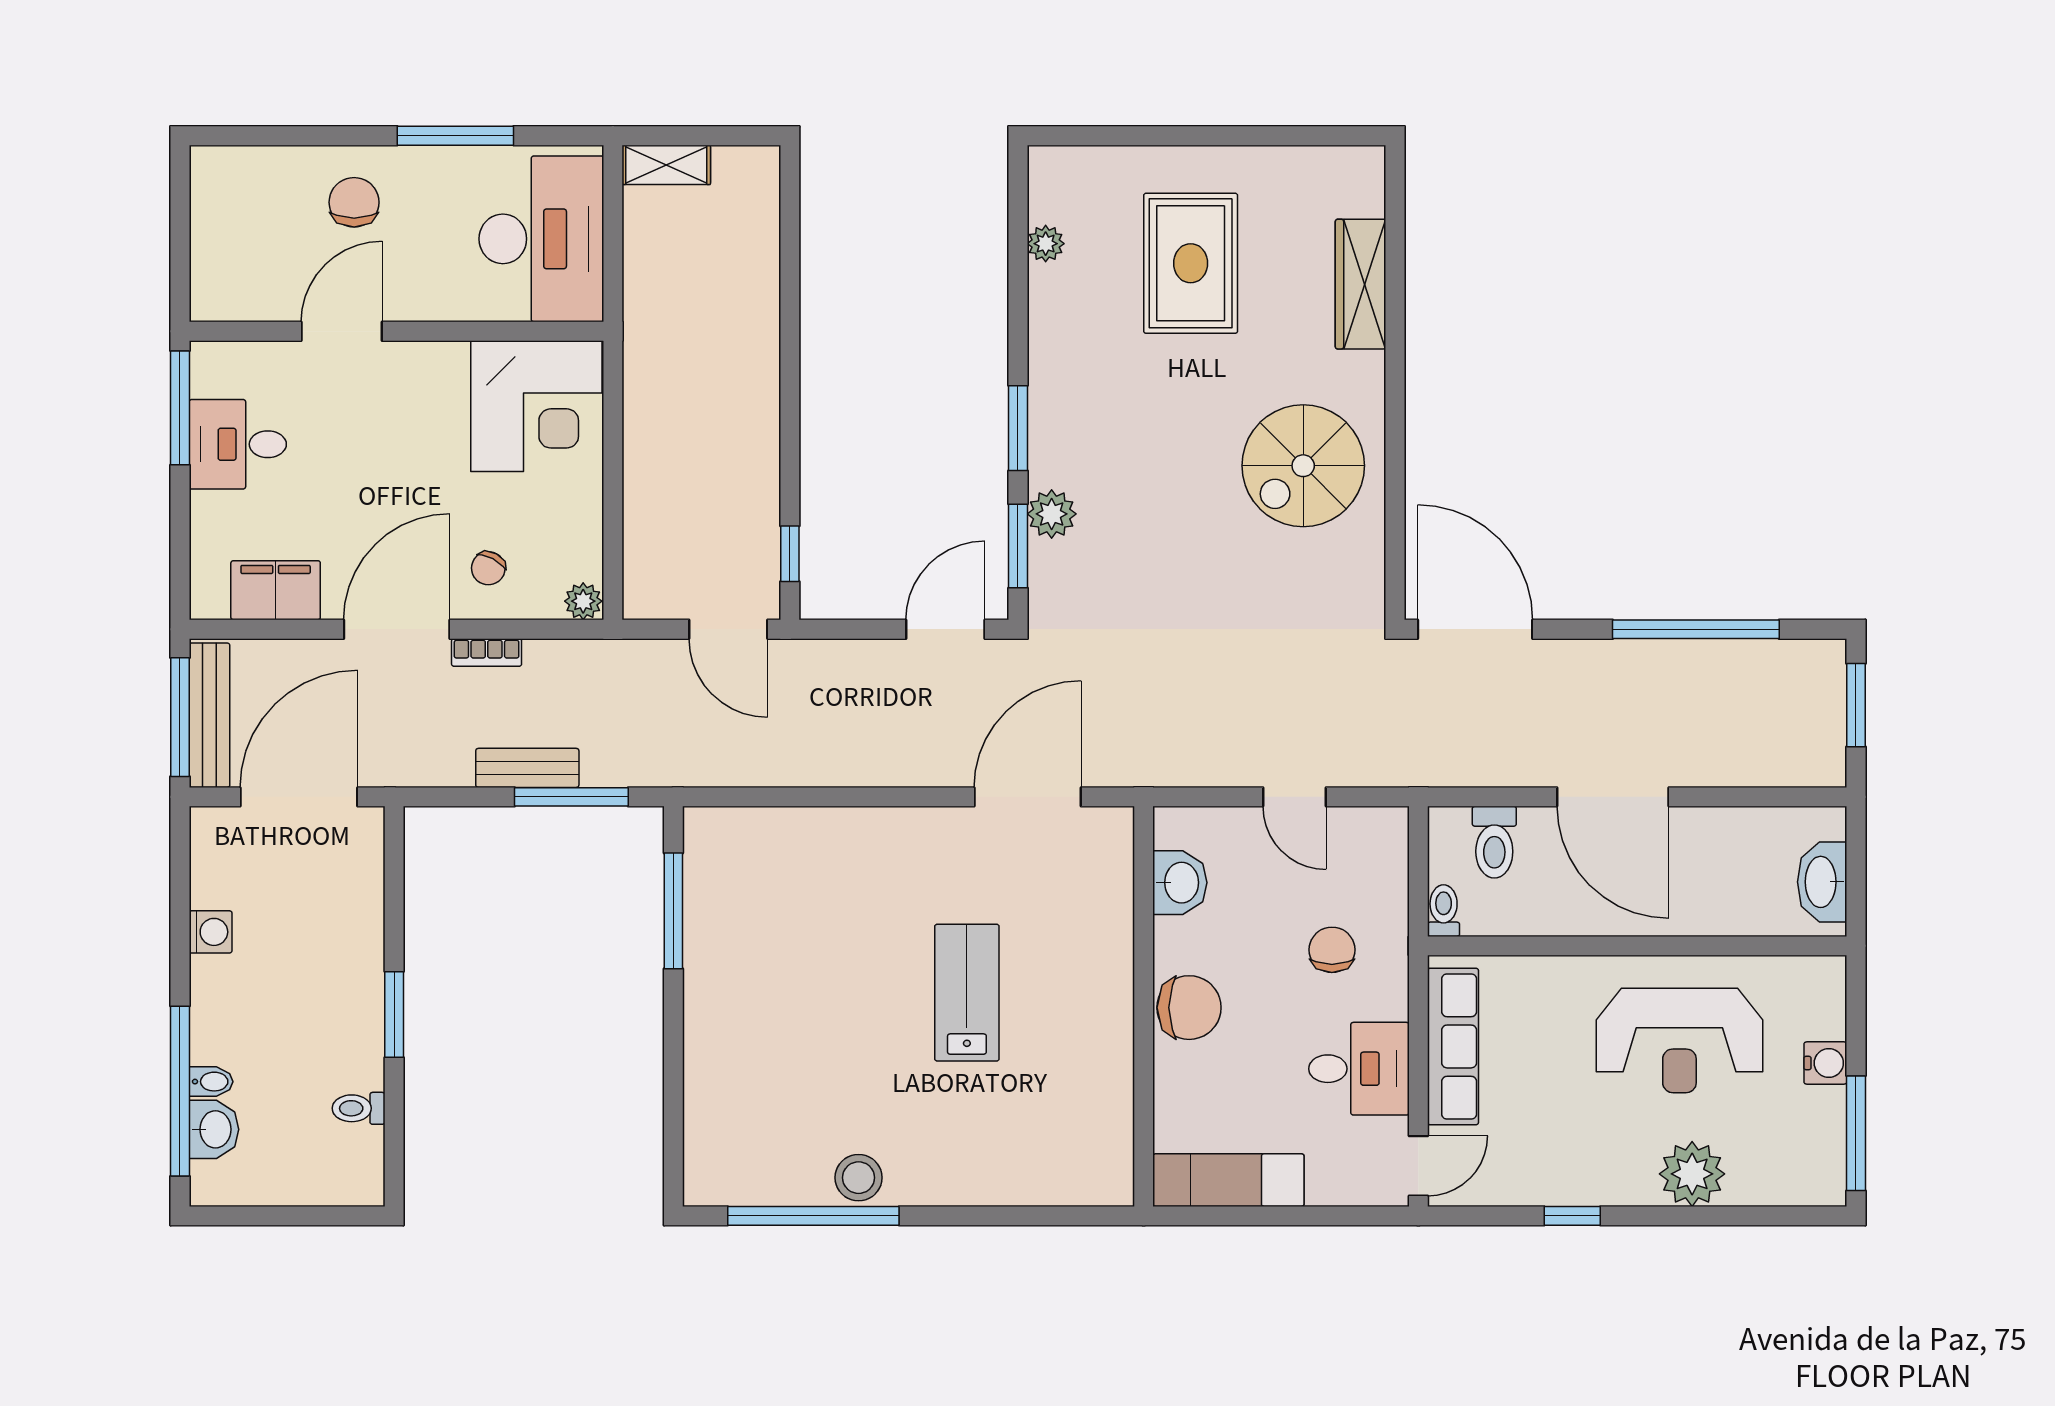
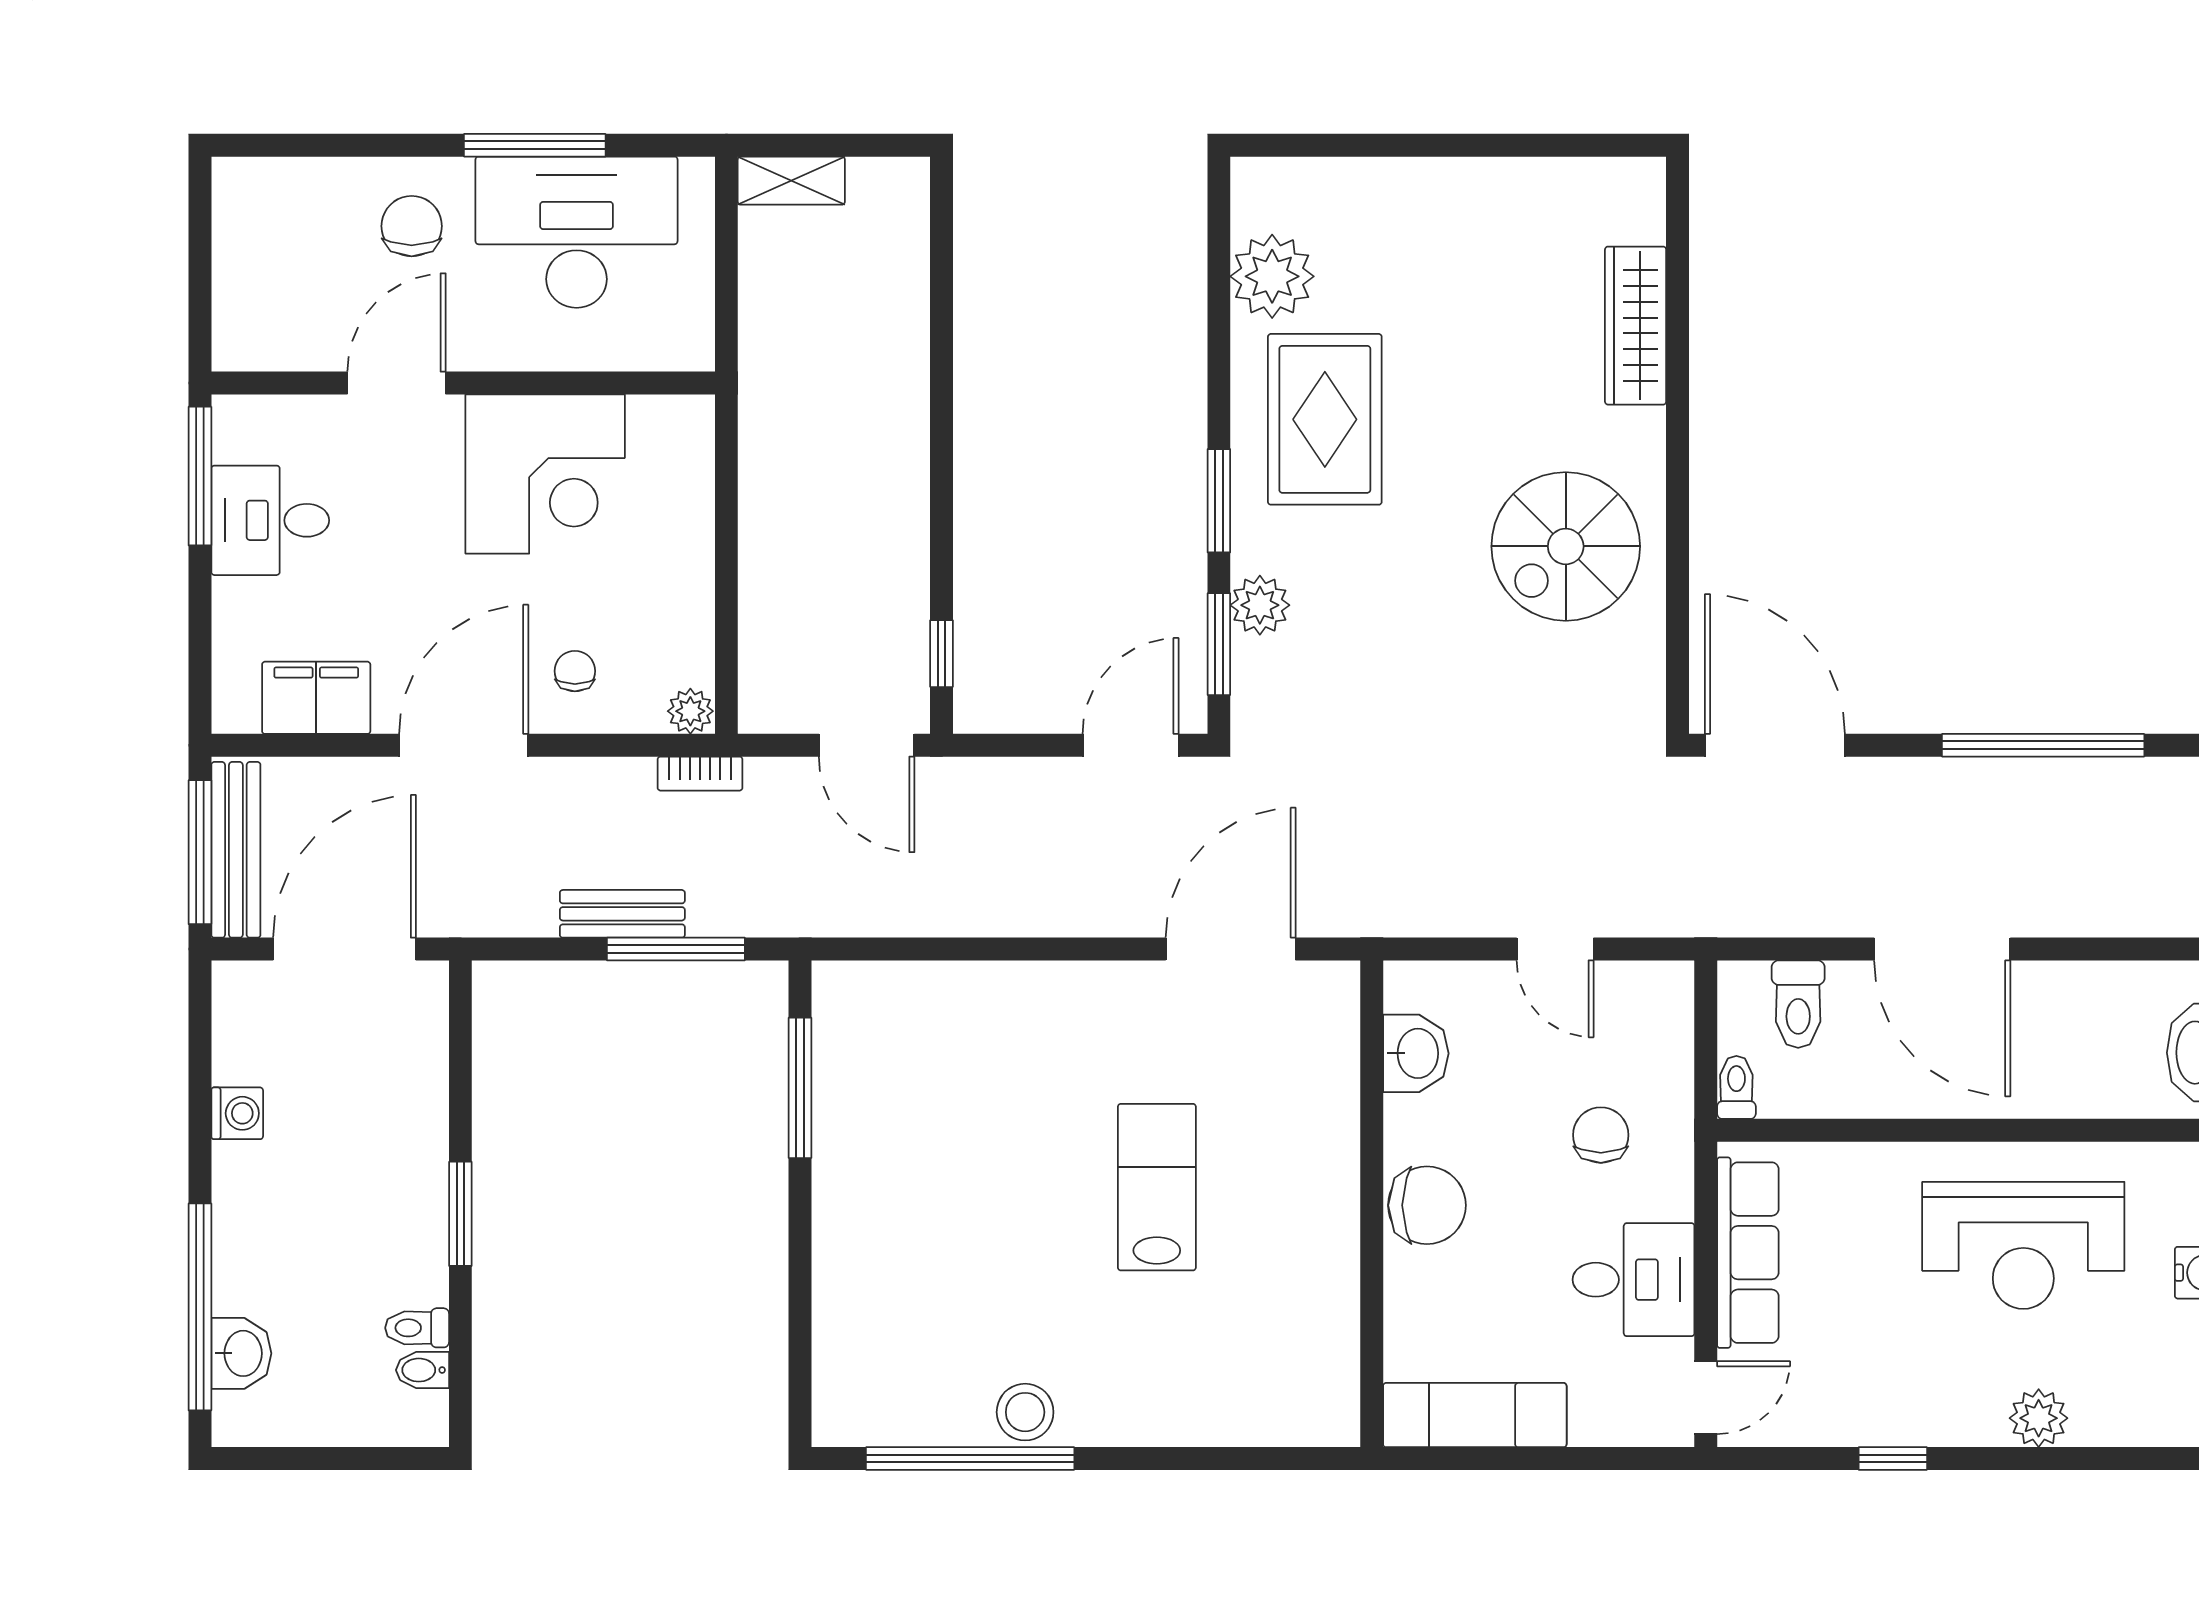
desk: (541, 239) -> (577, 232), moved, turned -90
plant: (1046, 244) -> (1272, 276), width x1.88, depth x1.88
rug: (1191, 263) -> (1325, 419), moved
corner desk: (536, 406) -> (545, 474), moved
chair: (488, 568) -> (575, 671), turned 152
bookcase: (487, 653) -> (700, 774), moved
bidet: (211, 1082) -> (422, 1370), moved, turned 180
plant: (1692, 1174) -> (2039, 1418), width x0.73, depth x0.73

